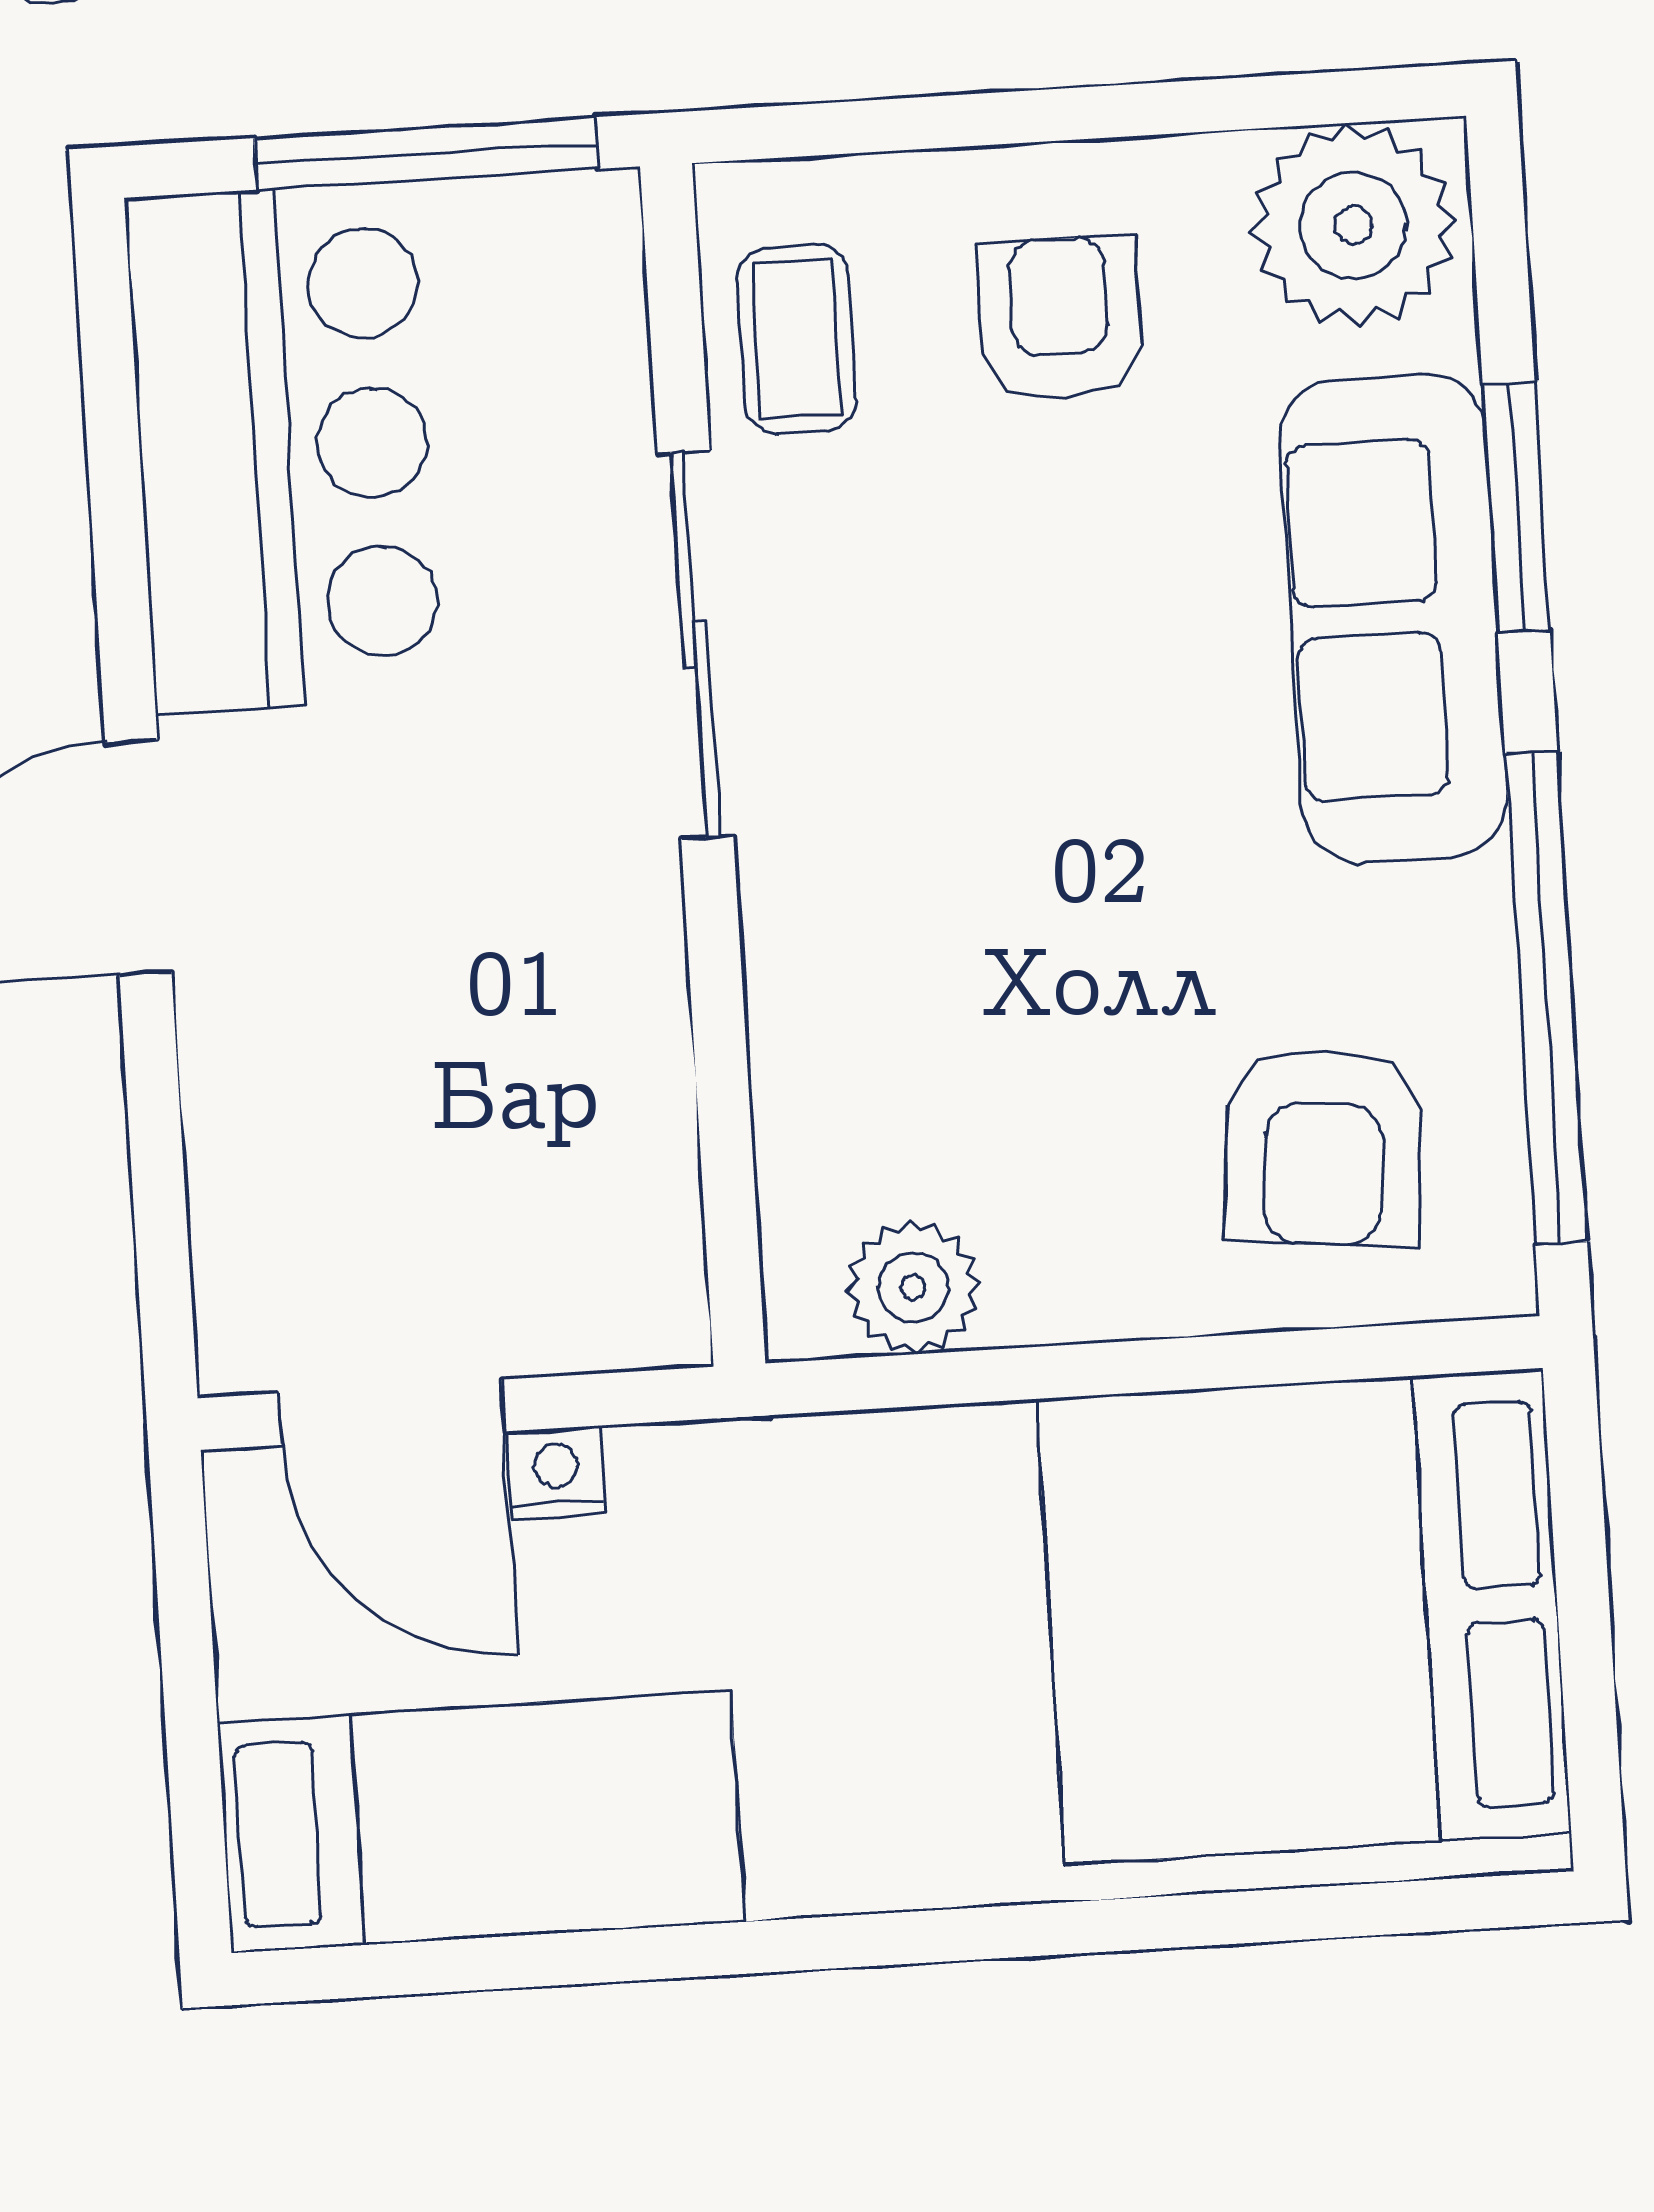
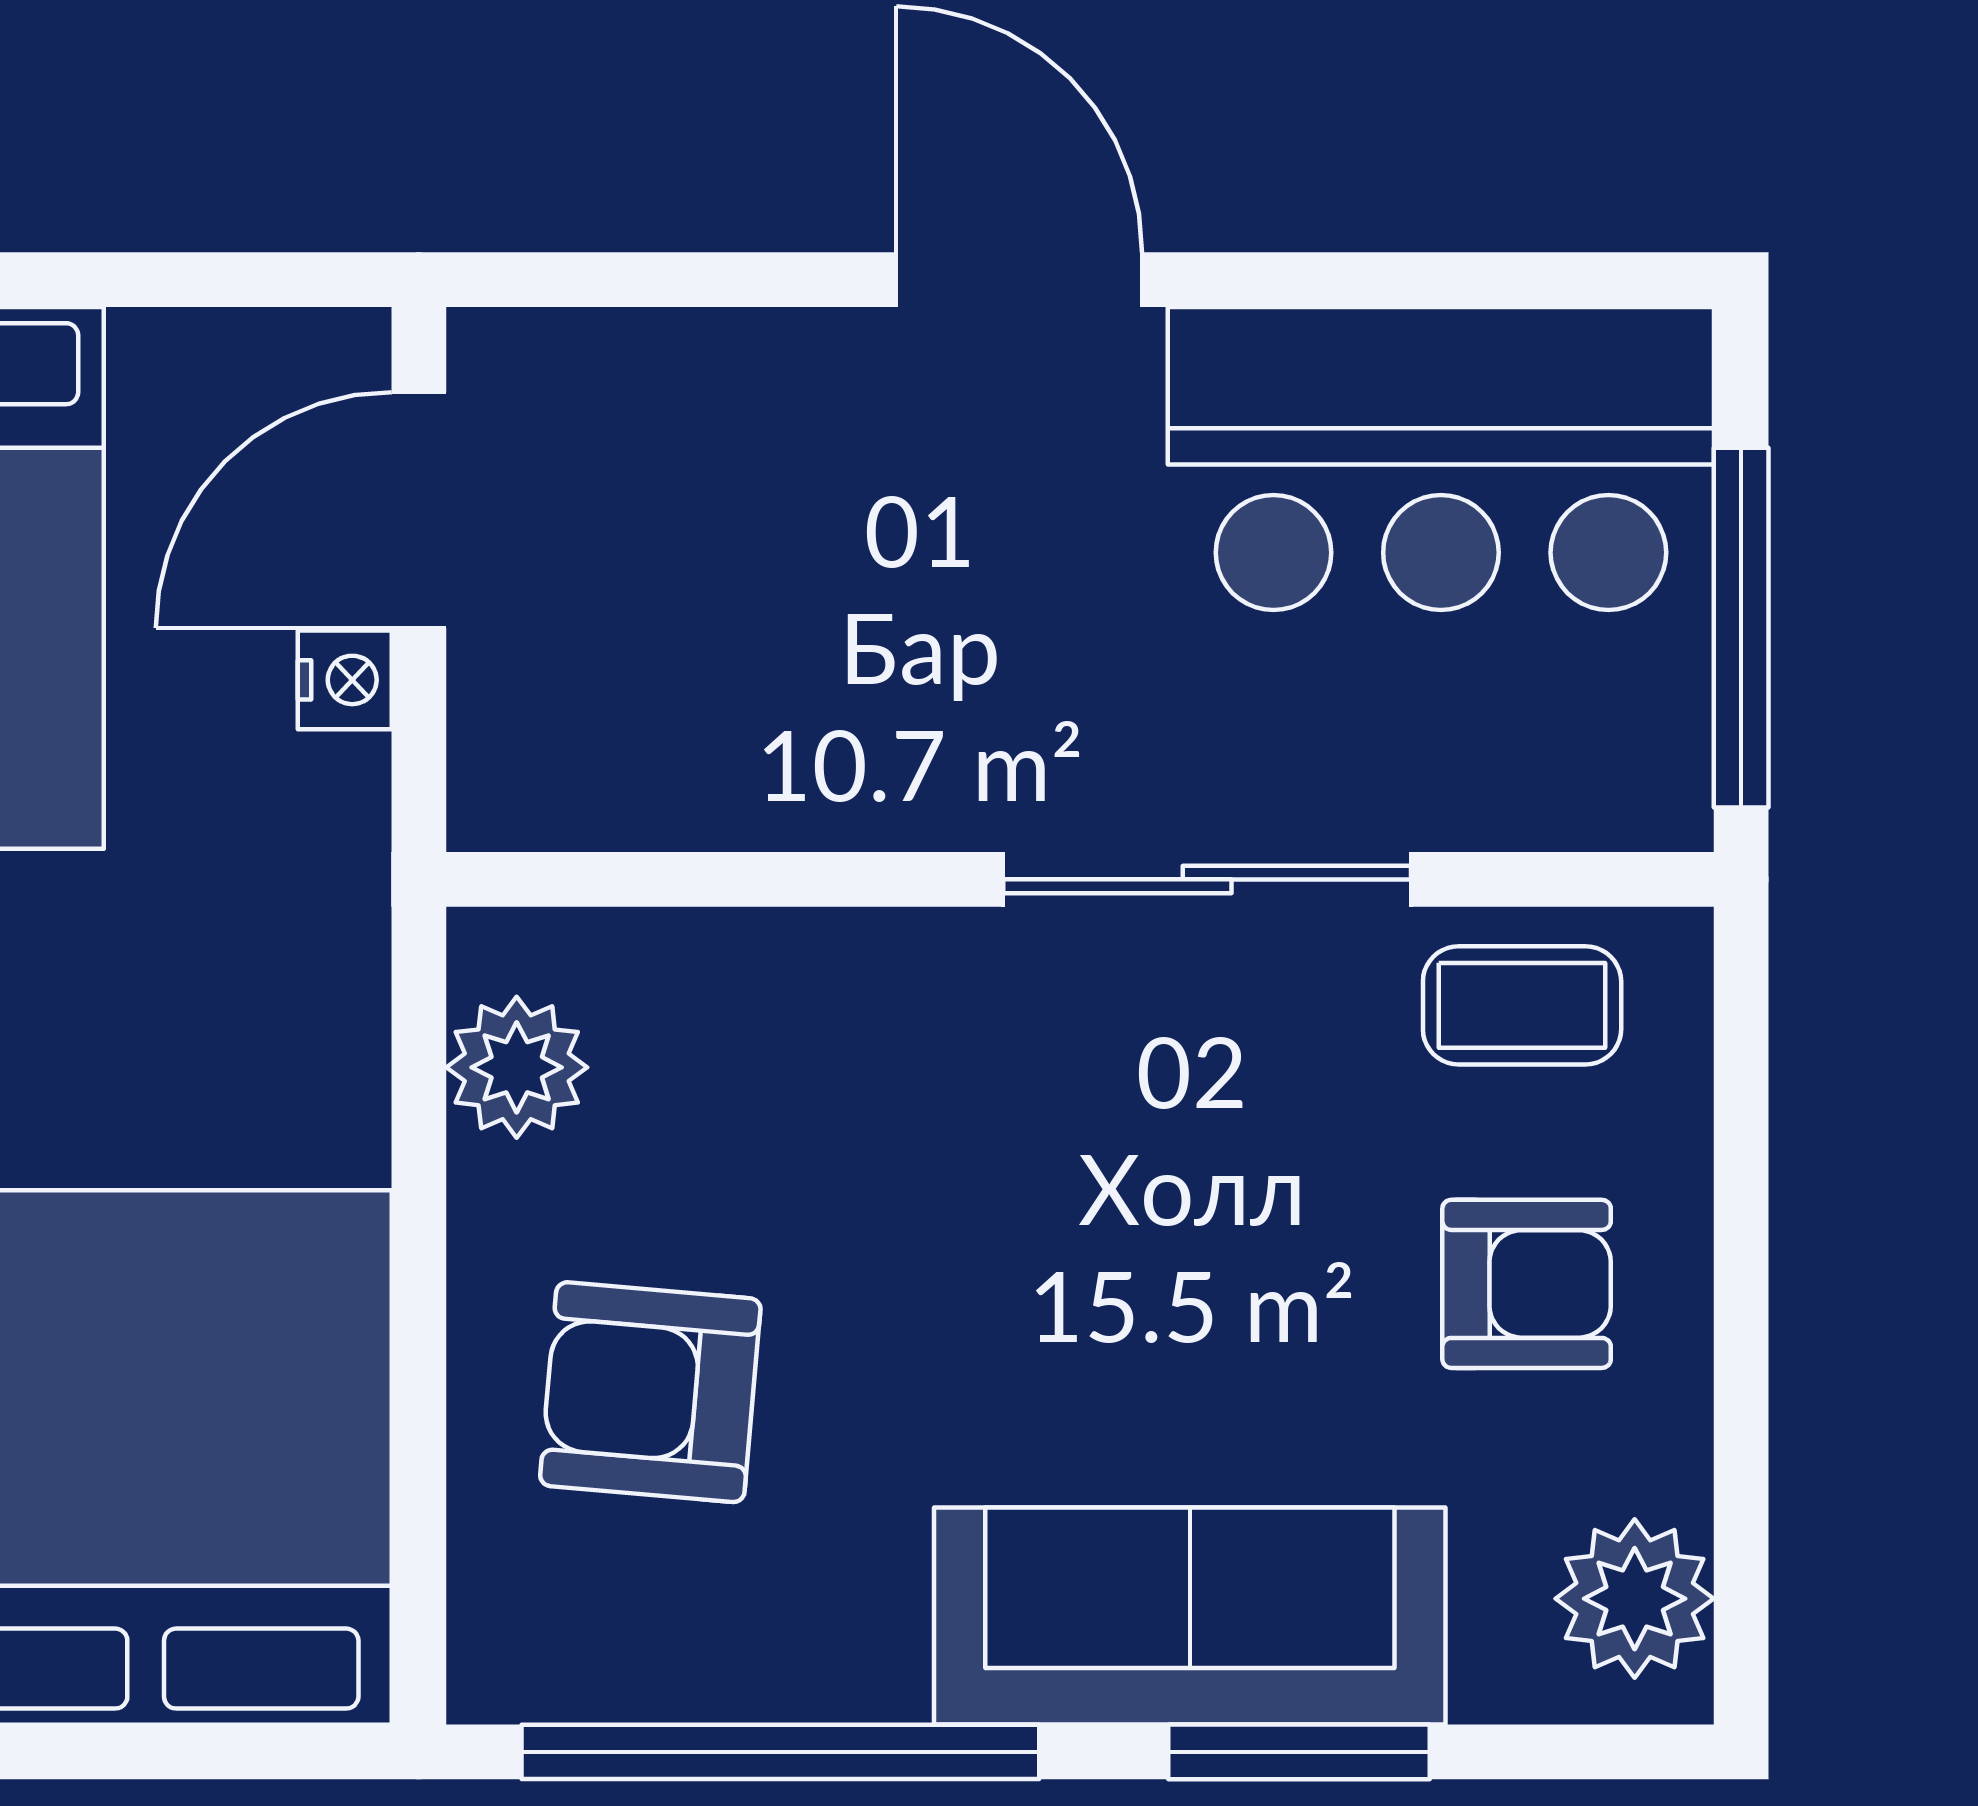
plant: (1353, 225) -> (1635, 1599), width x0.73, depth x0.73
armchair: (1324, 1147) -> (650, 1392), moved

